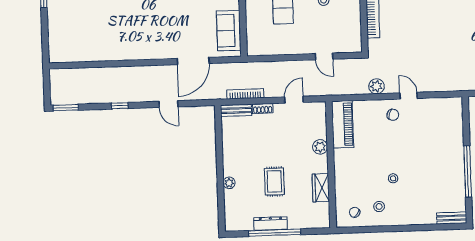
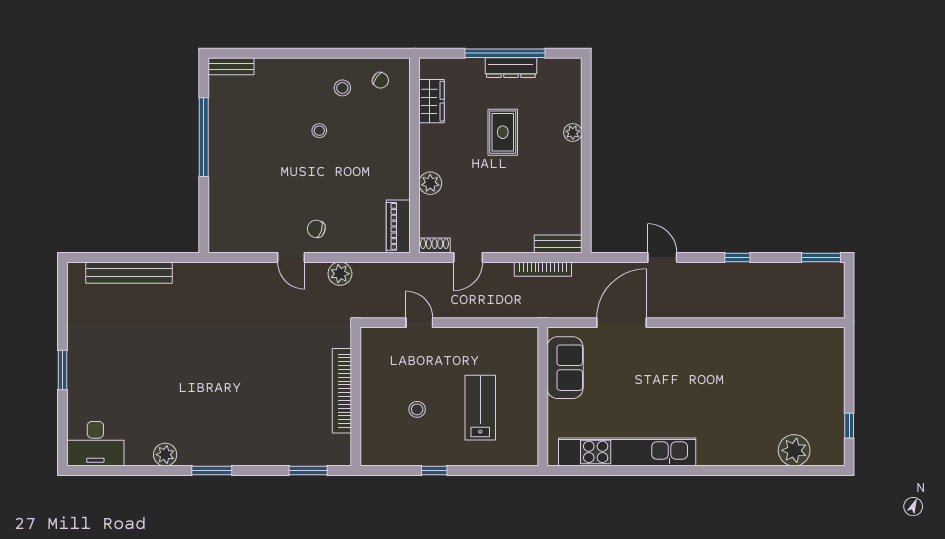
shoe rack: (263, 108) -> (434, 246), moved
piano: (343, 124) -> (398, 226), width x0.73, depth x0.75
wardrobe: (321, 188) -> (431, 101), moved

